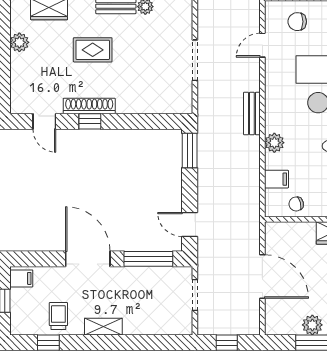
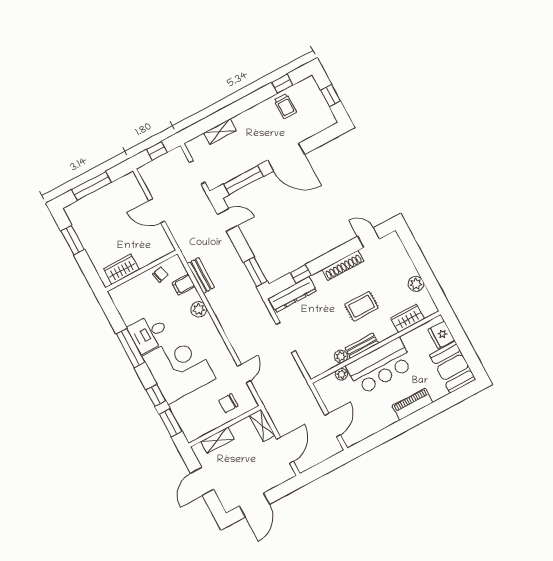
chair: (297, 22) -> (228, 403), turned 180
dresser: (162, 104) -> (293, 295), added
bench: (252, 113) -> (201, 276), moved
window: (90, 121) -> (301, 274), moved
door: (262, 276) -> (157, 211), width x0.73
filing cabinet: (21, 278) -> (326, 118), removed
plant: (312, 325) -> (103, 196), removed
shelving: (103, 327) -> (220, 132), moved

